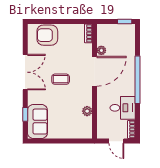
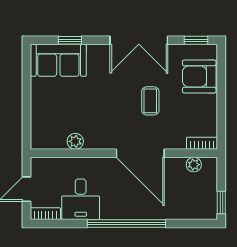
armchair: (47, 35) -> (199, 76), turned -90
window: (25, 37) -> (196, 40), added
plant: (101, 50) -> (194, 165), moved
coffee table: (61, 79) -> (150, 101), moved

